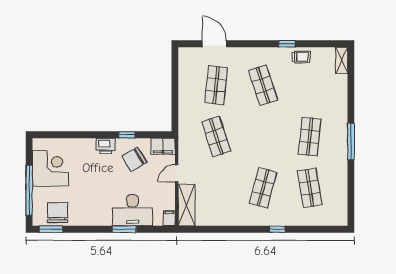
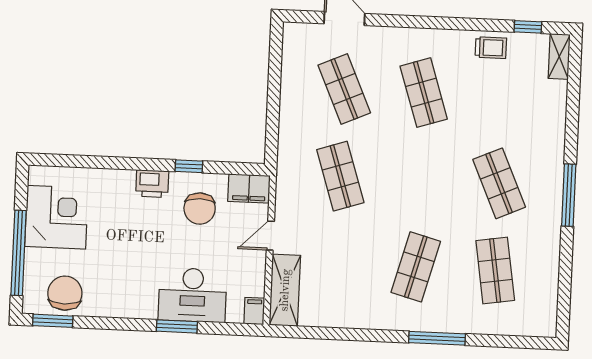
window: (287, 44) -> (528, 27), moved
shop shelf: (216, 85) -> (344, 89), turned -30
shop shelf: (310, 136) -> (499, 183), turned -30
chair: (134, 159) -> (200, 209), turned -59
window: (277, 229) -> (437, 338), width x2.17

